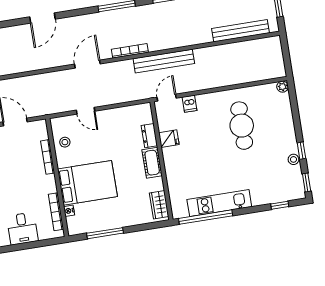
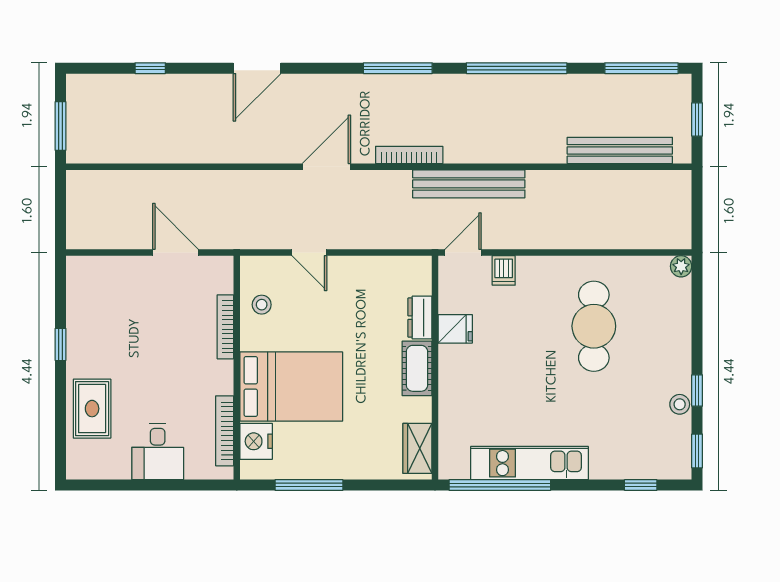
nightstand: (69, 211) -> (256, 441), width x1.89, depth x1.79

